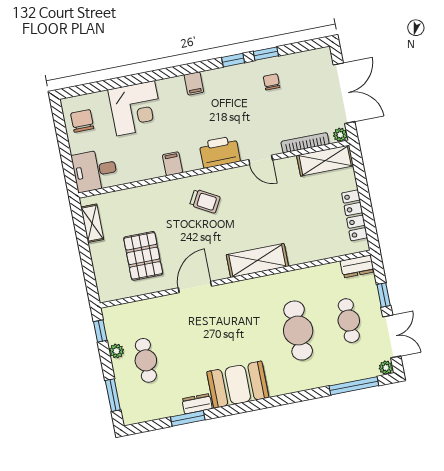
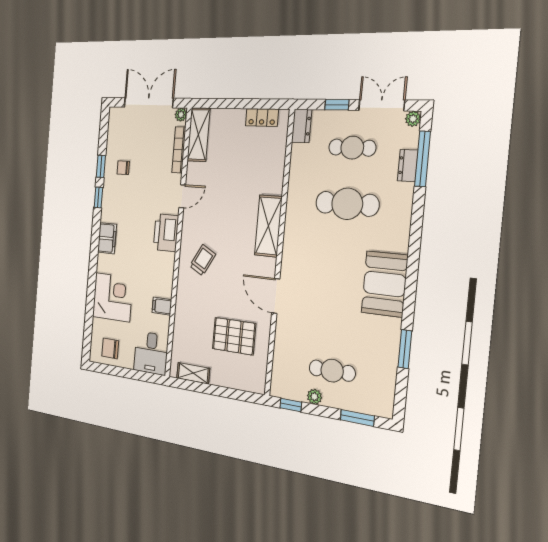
filing cabinet: (194, 83) -> (107, 238), width x2.00
filing cabinet: (172, 164) -> (162, 306), moved
locker: (355, 215) -> (262, 118), width x0.66
dresser: (197, 404) -> (408, 165), moved

